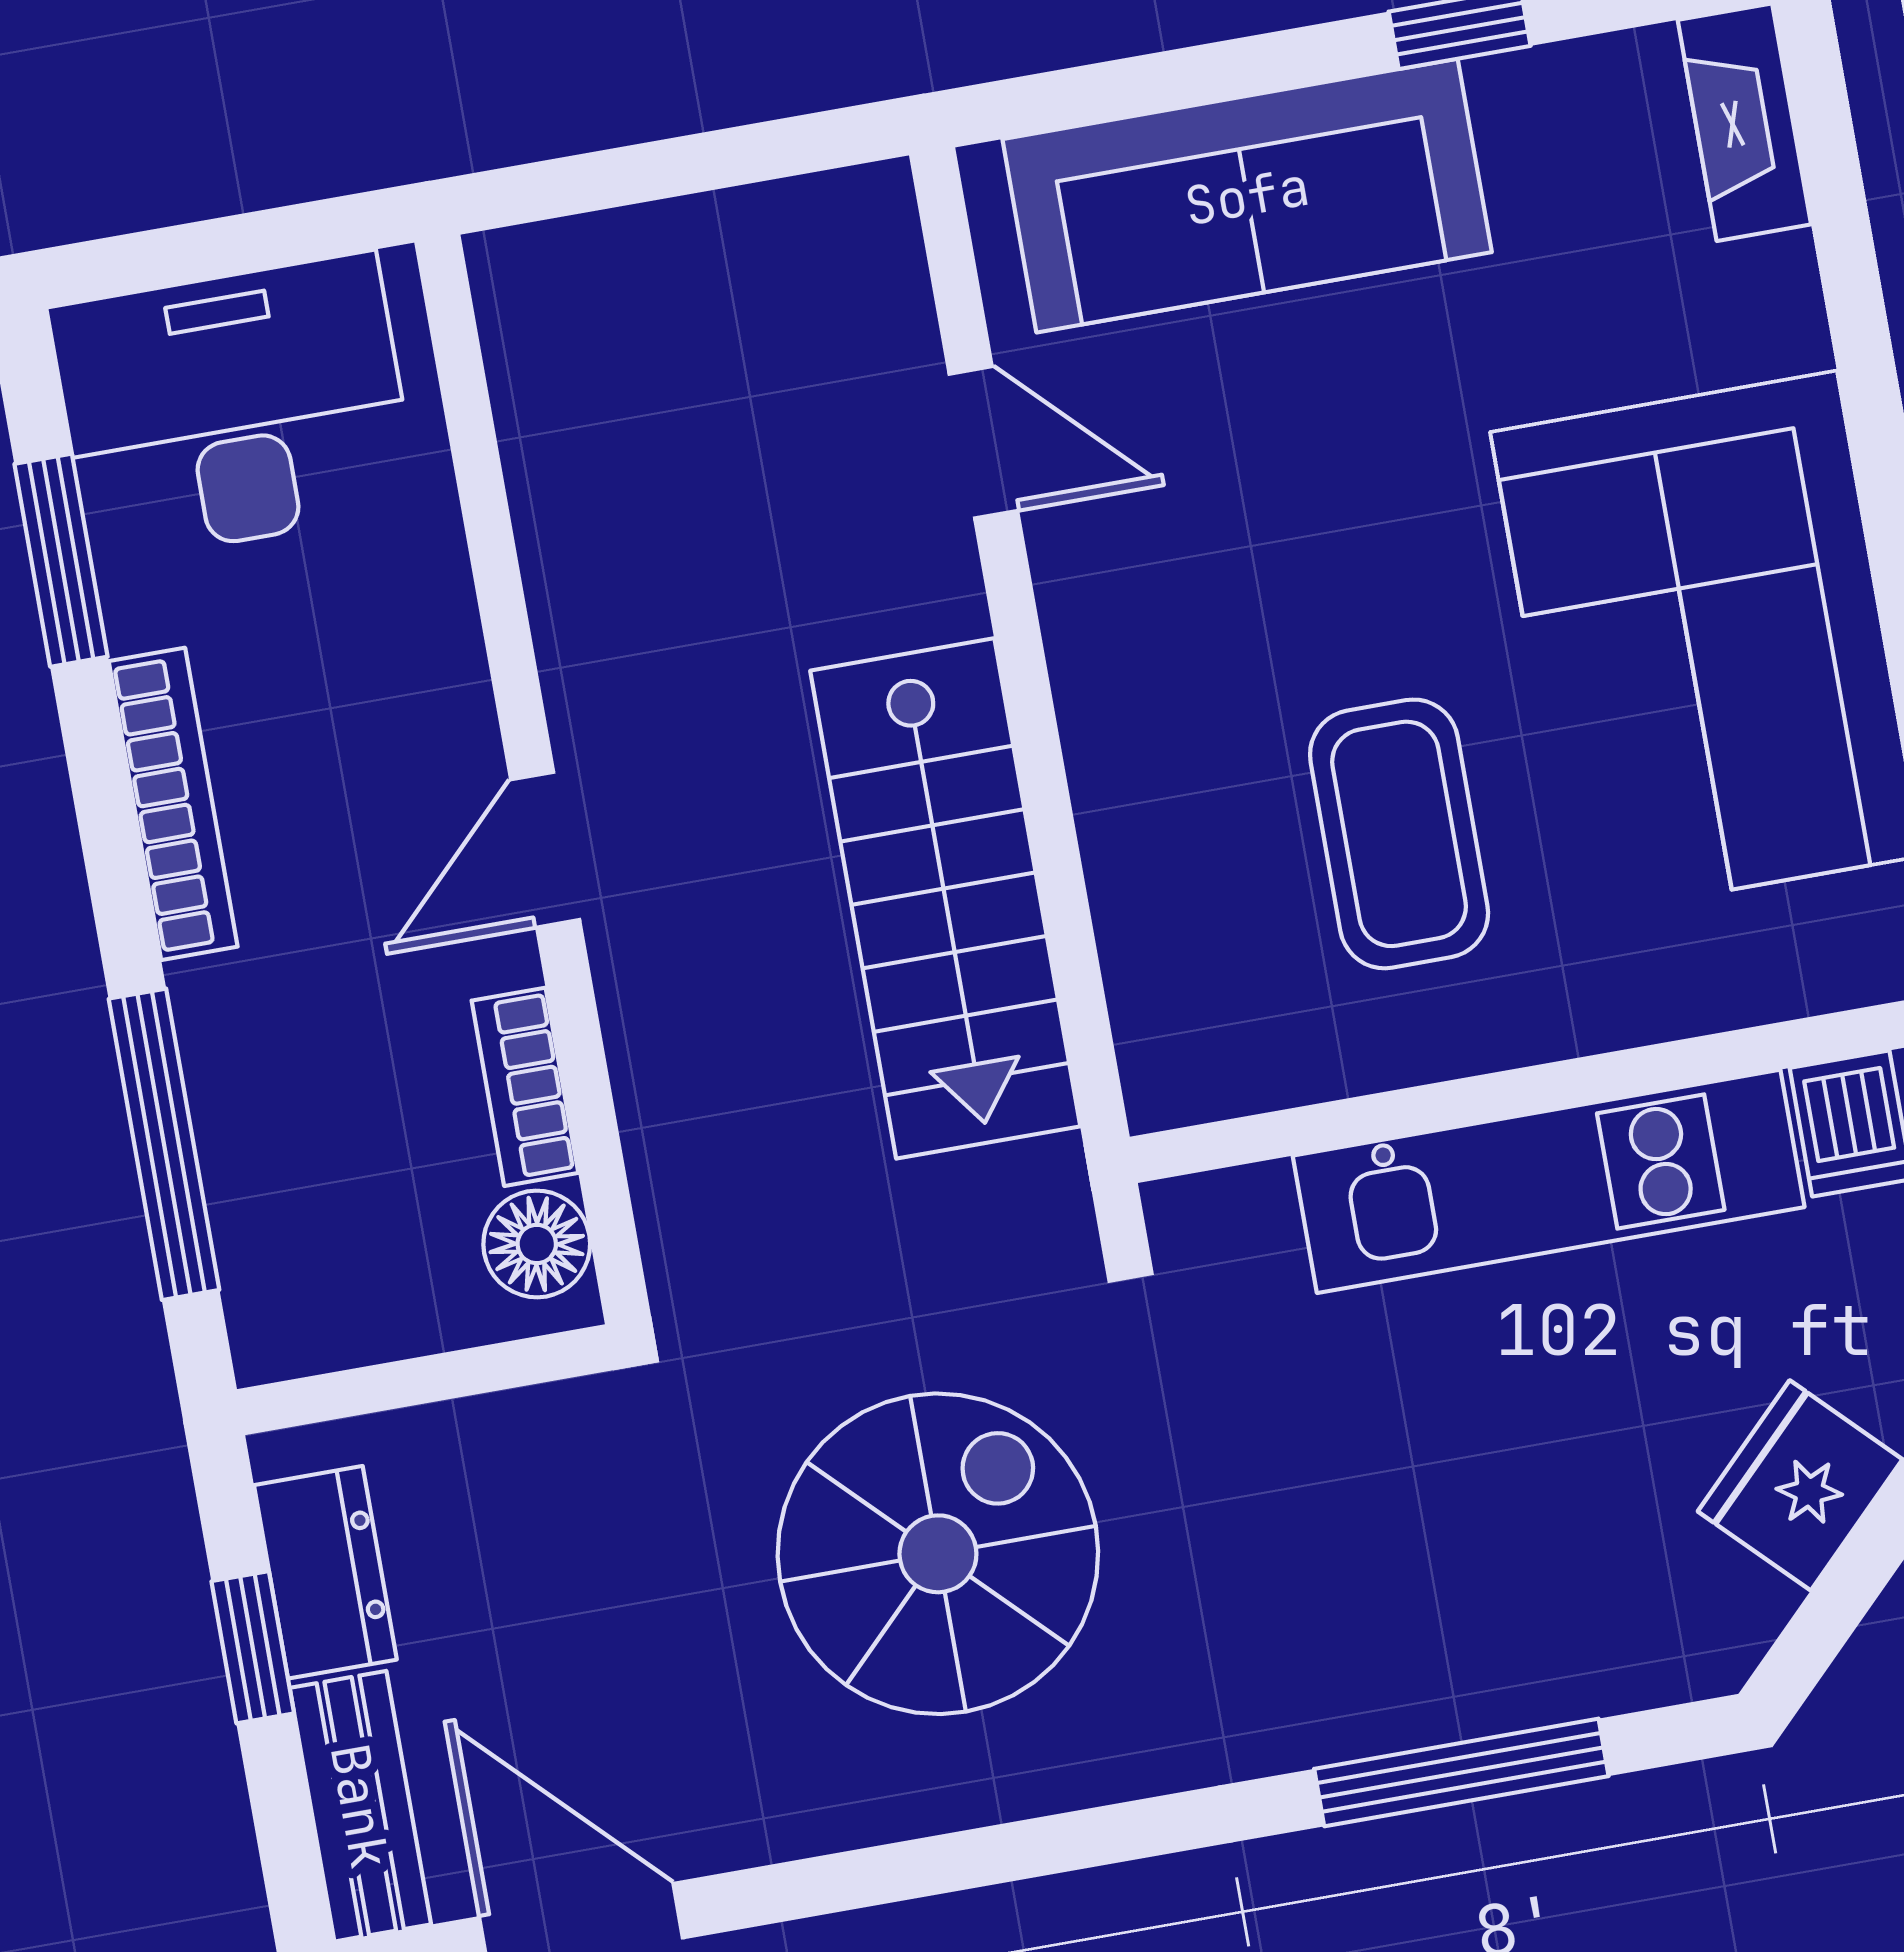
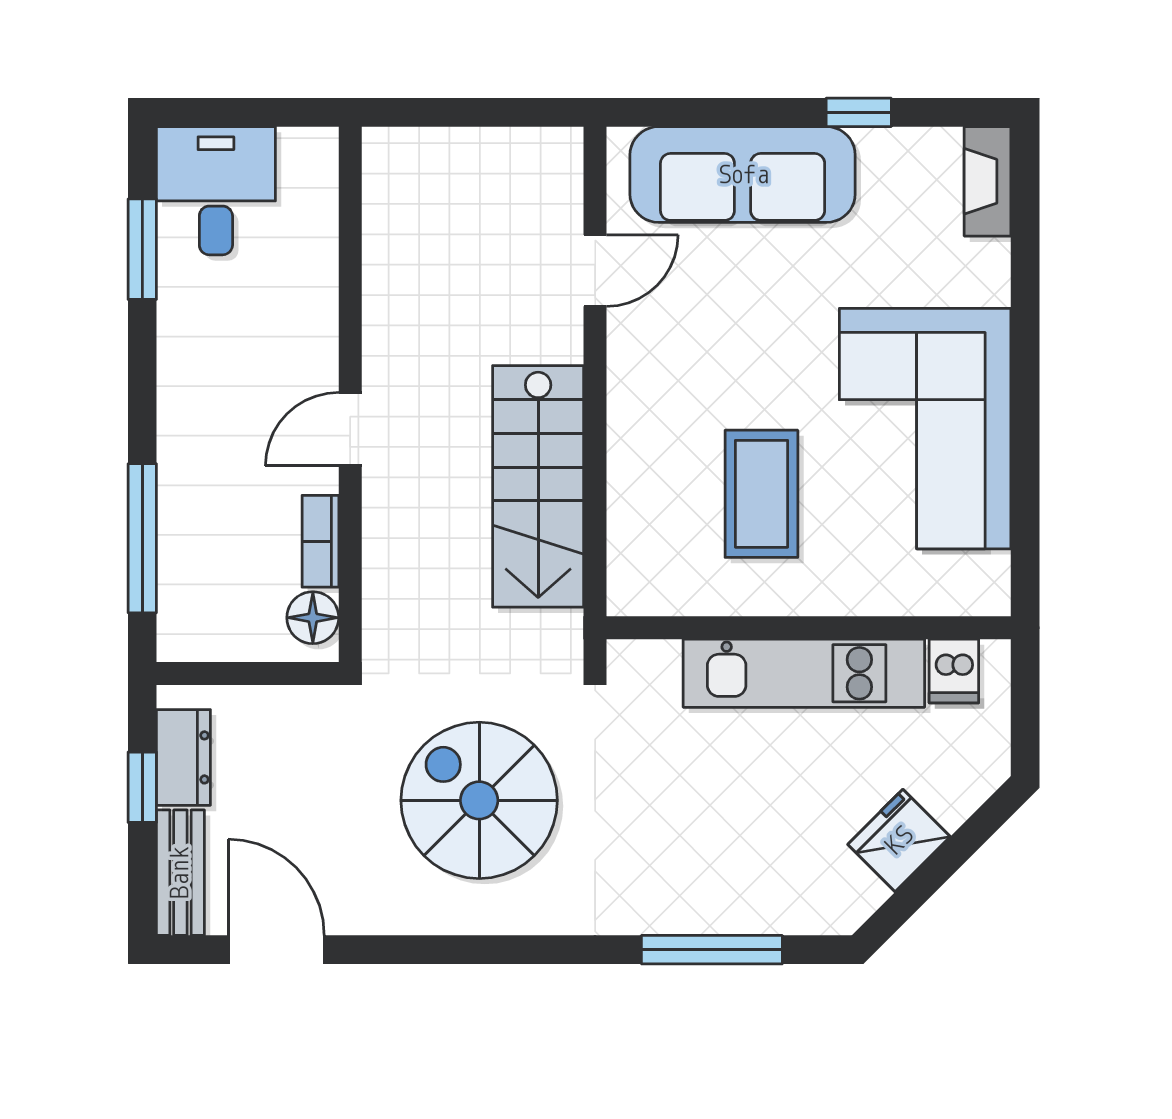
desk: (234, 408) -> (216, 191), width x0.73
door: (983, 442) -> (595, 271), hinge flipped
bookcase: (173, 804) -> (175, 376), removed
spiral stairs: (938, 1554) -> (479, 800), turned -90

